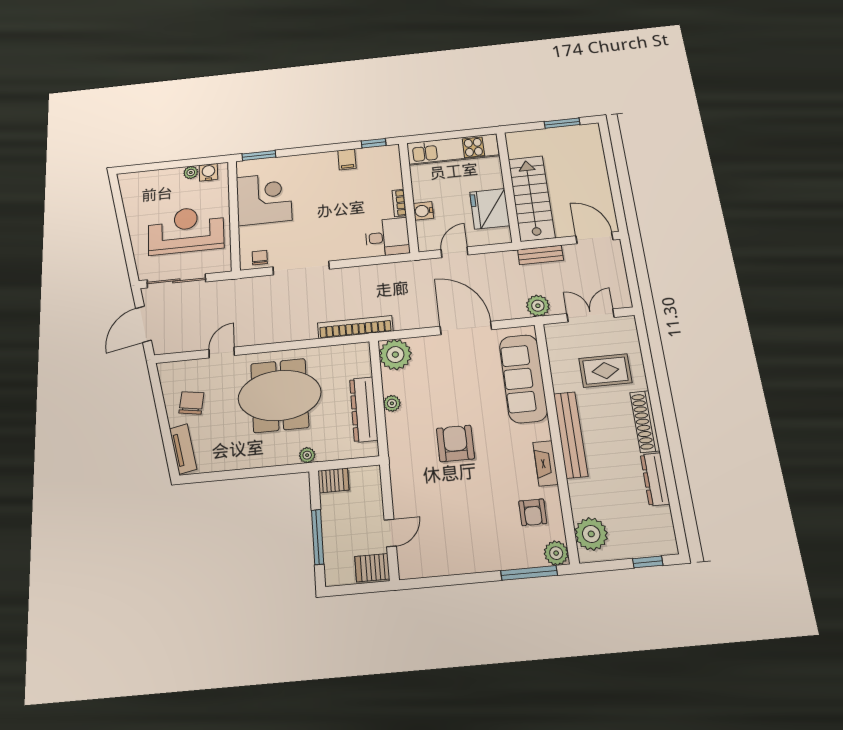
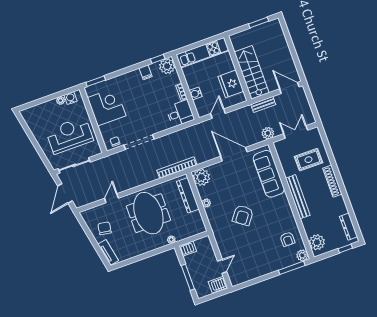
plant: (386, 158) -> (167, 66), added
meeting table: (280, 395) -> (148, 213), turned 90
dresser: (364, 409) -> (188, 195), moved
armchair: (455, 443) -> (243, 215), turned -143
fireplace: (546, 463) -> (289, 214), removed
dresser: (655, 479) -> (348, 227), moved

